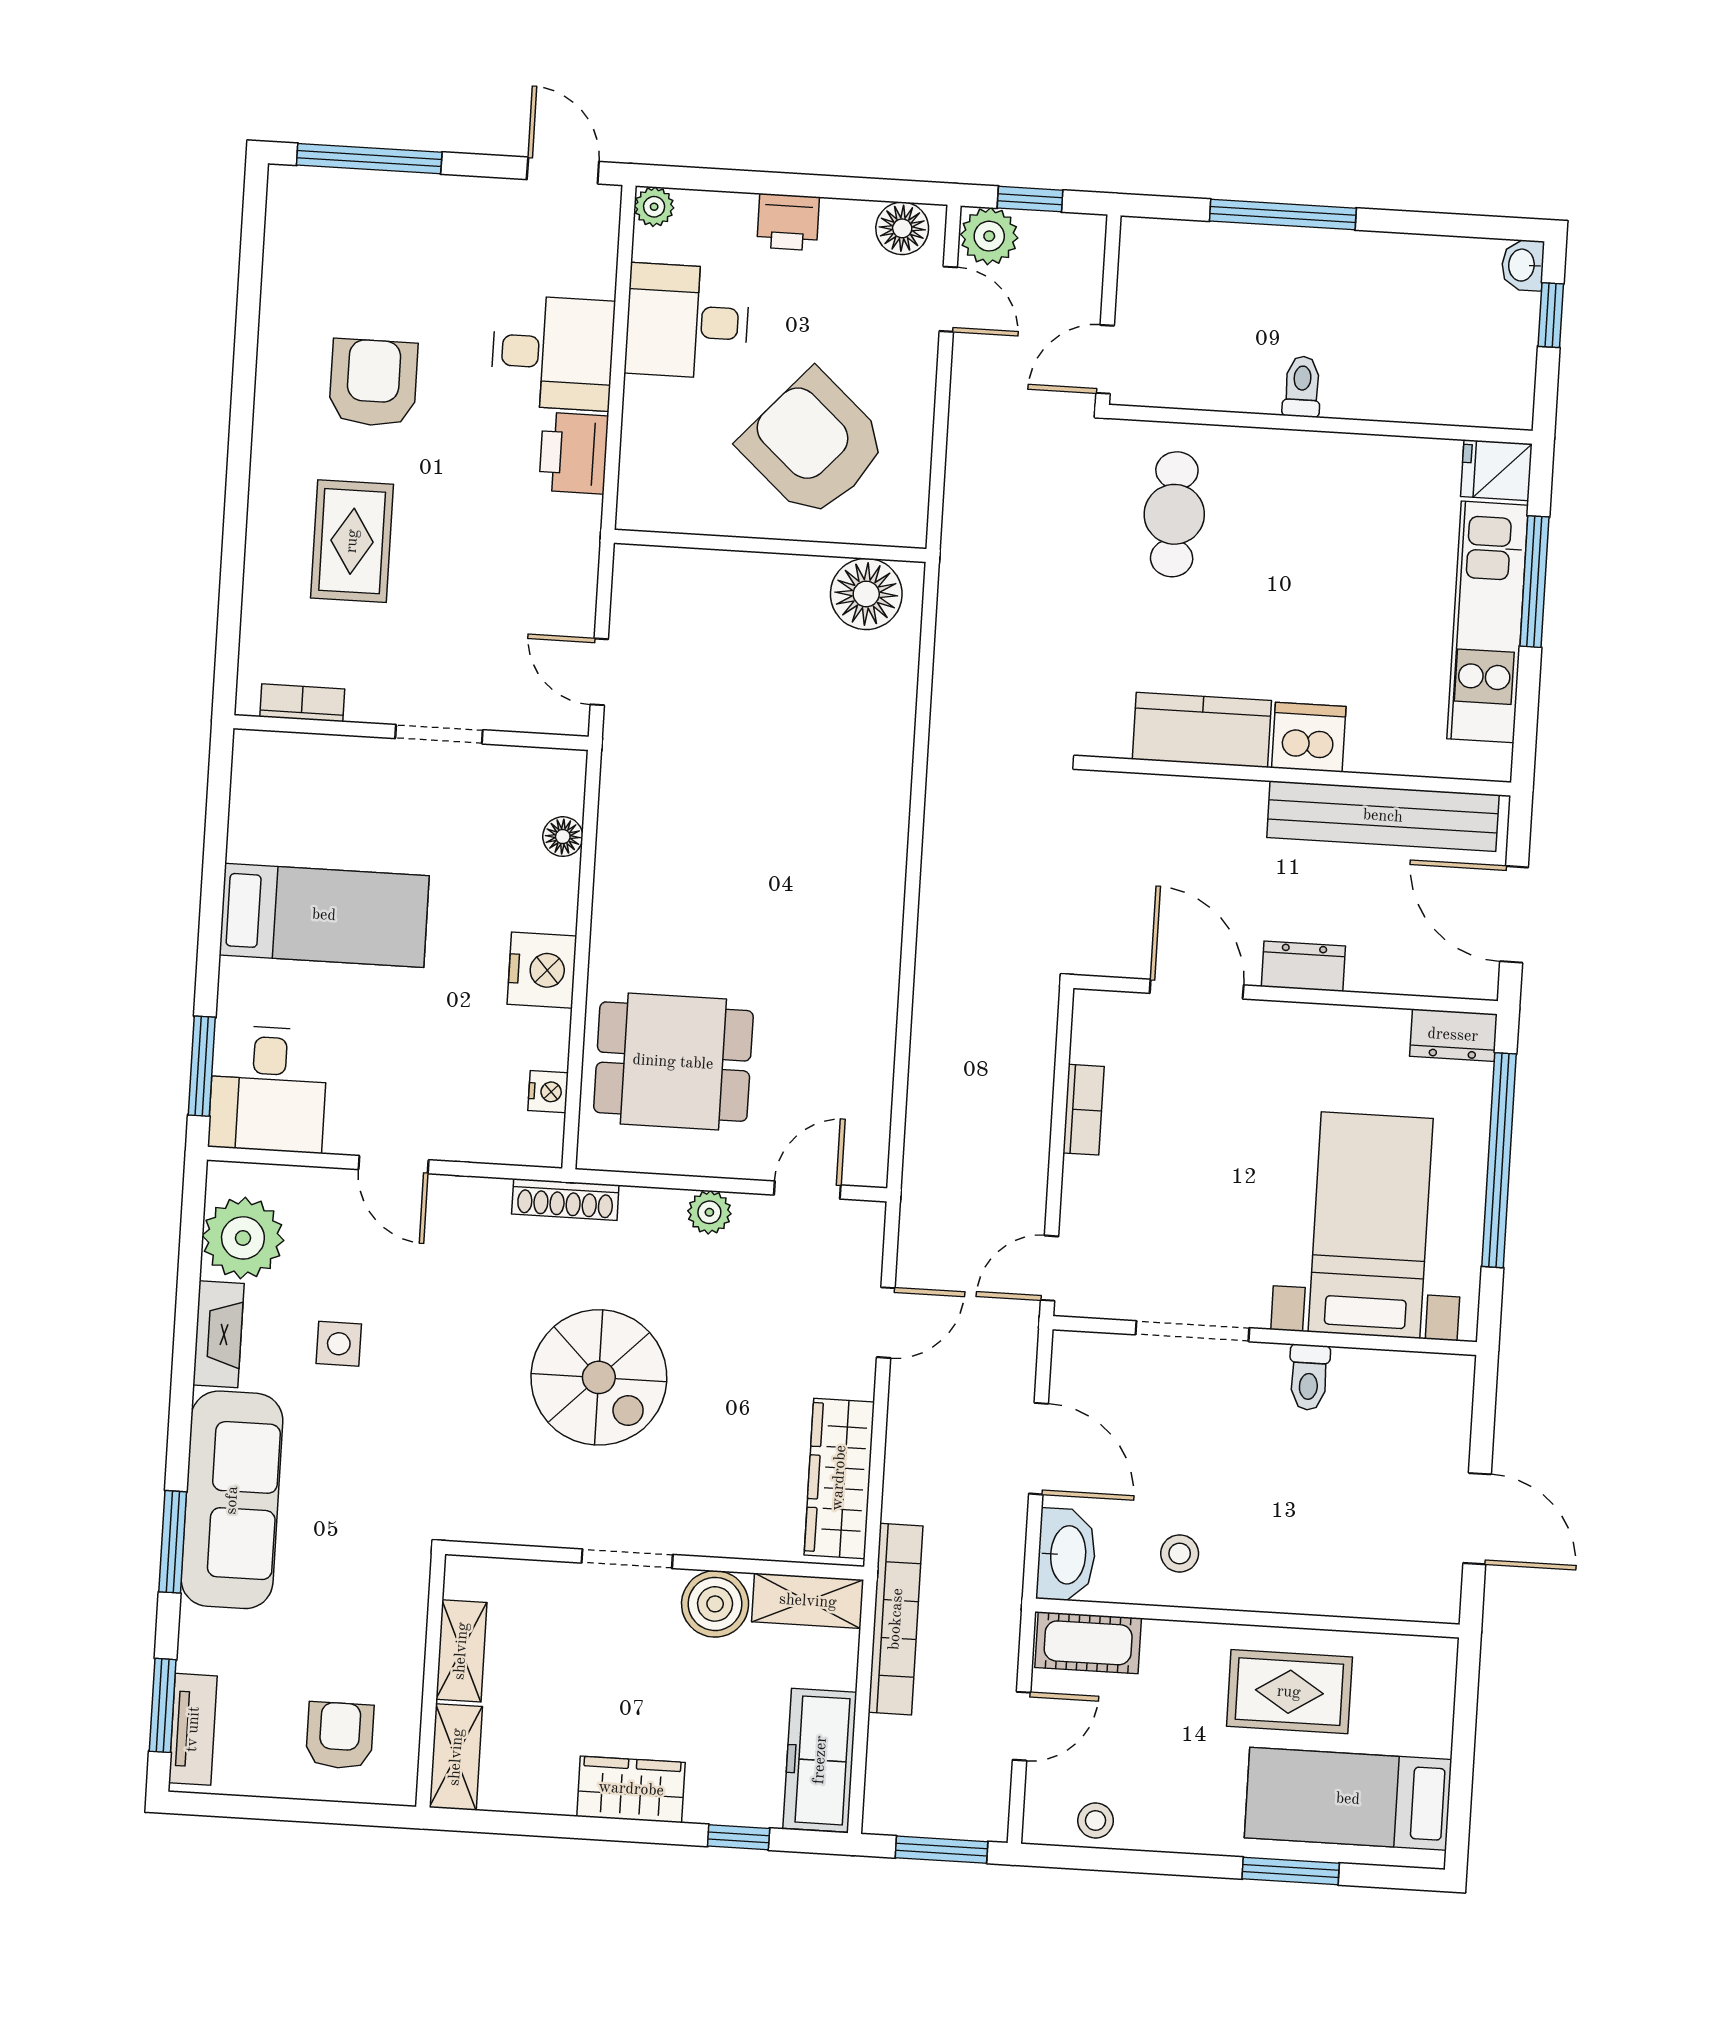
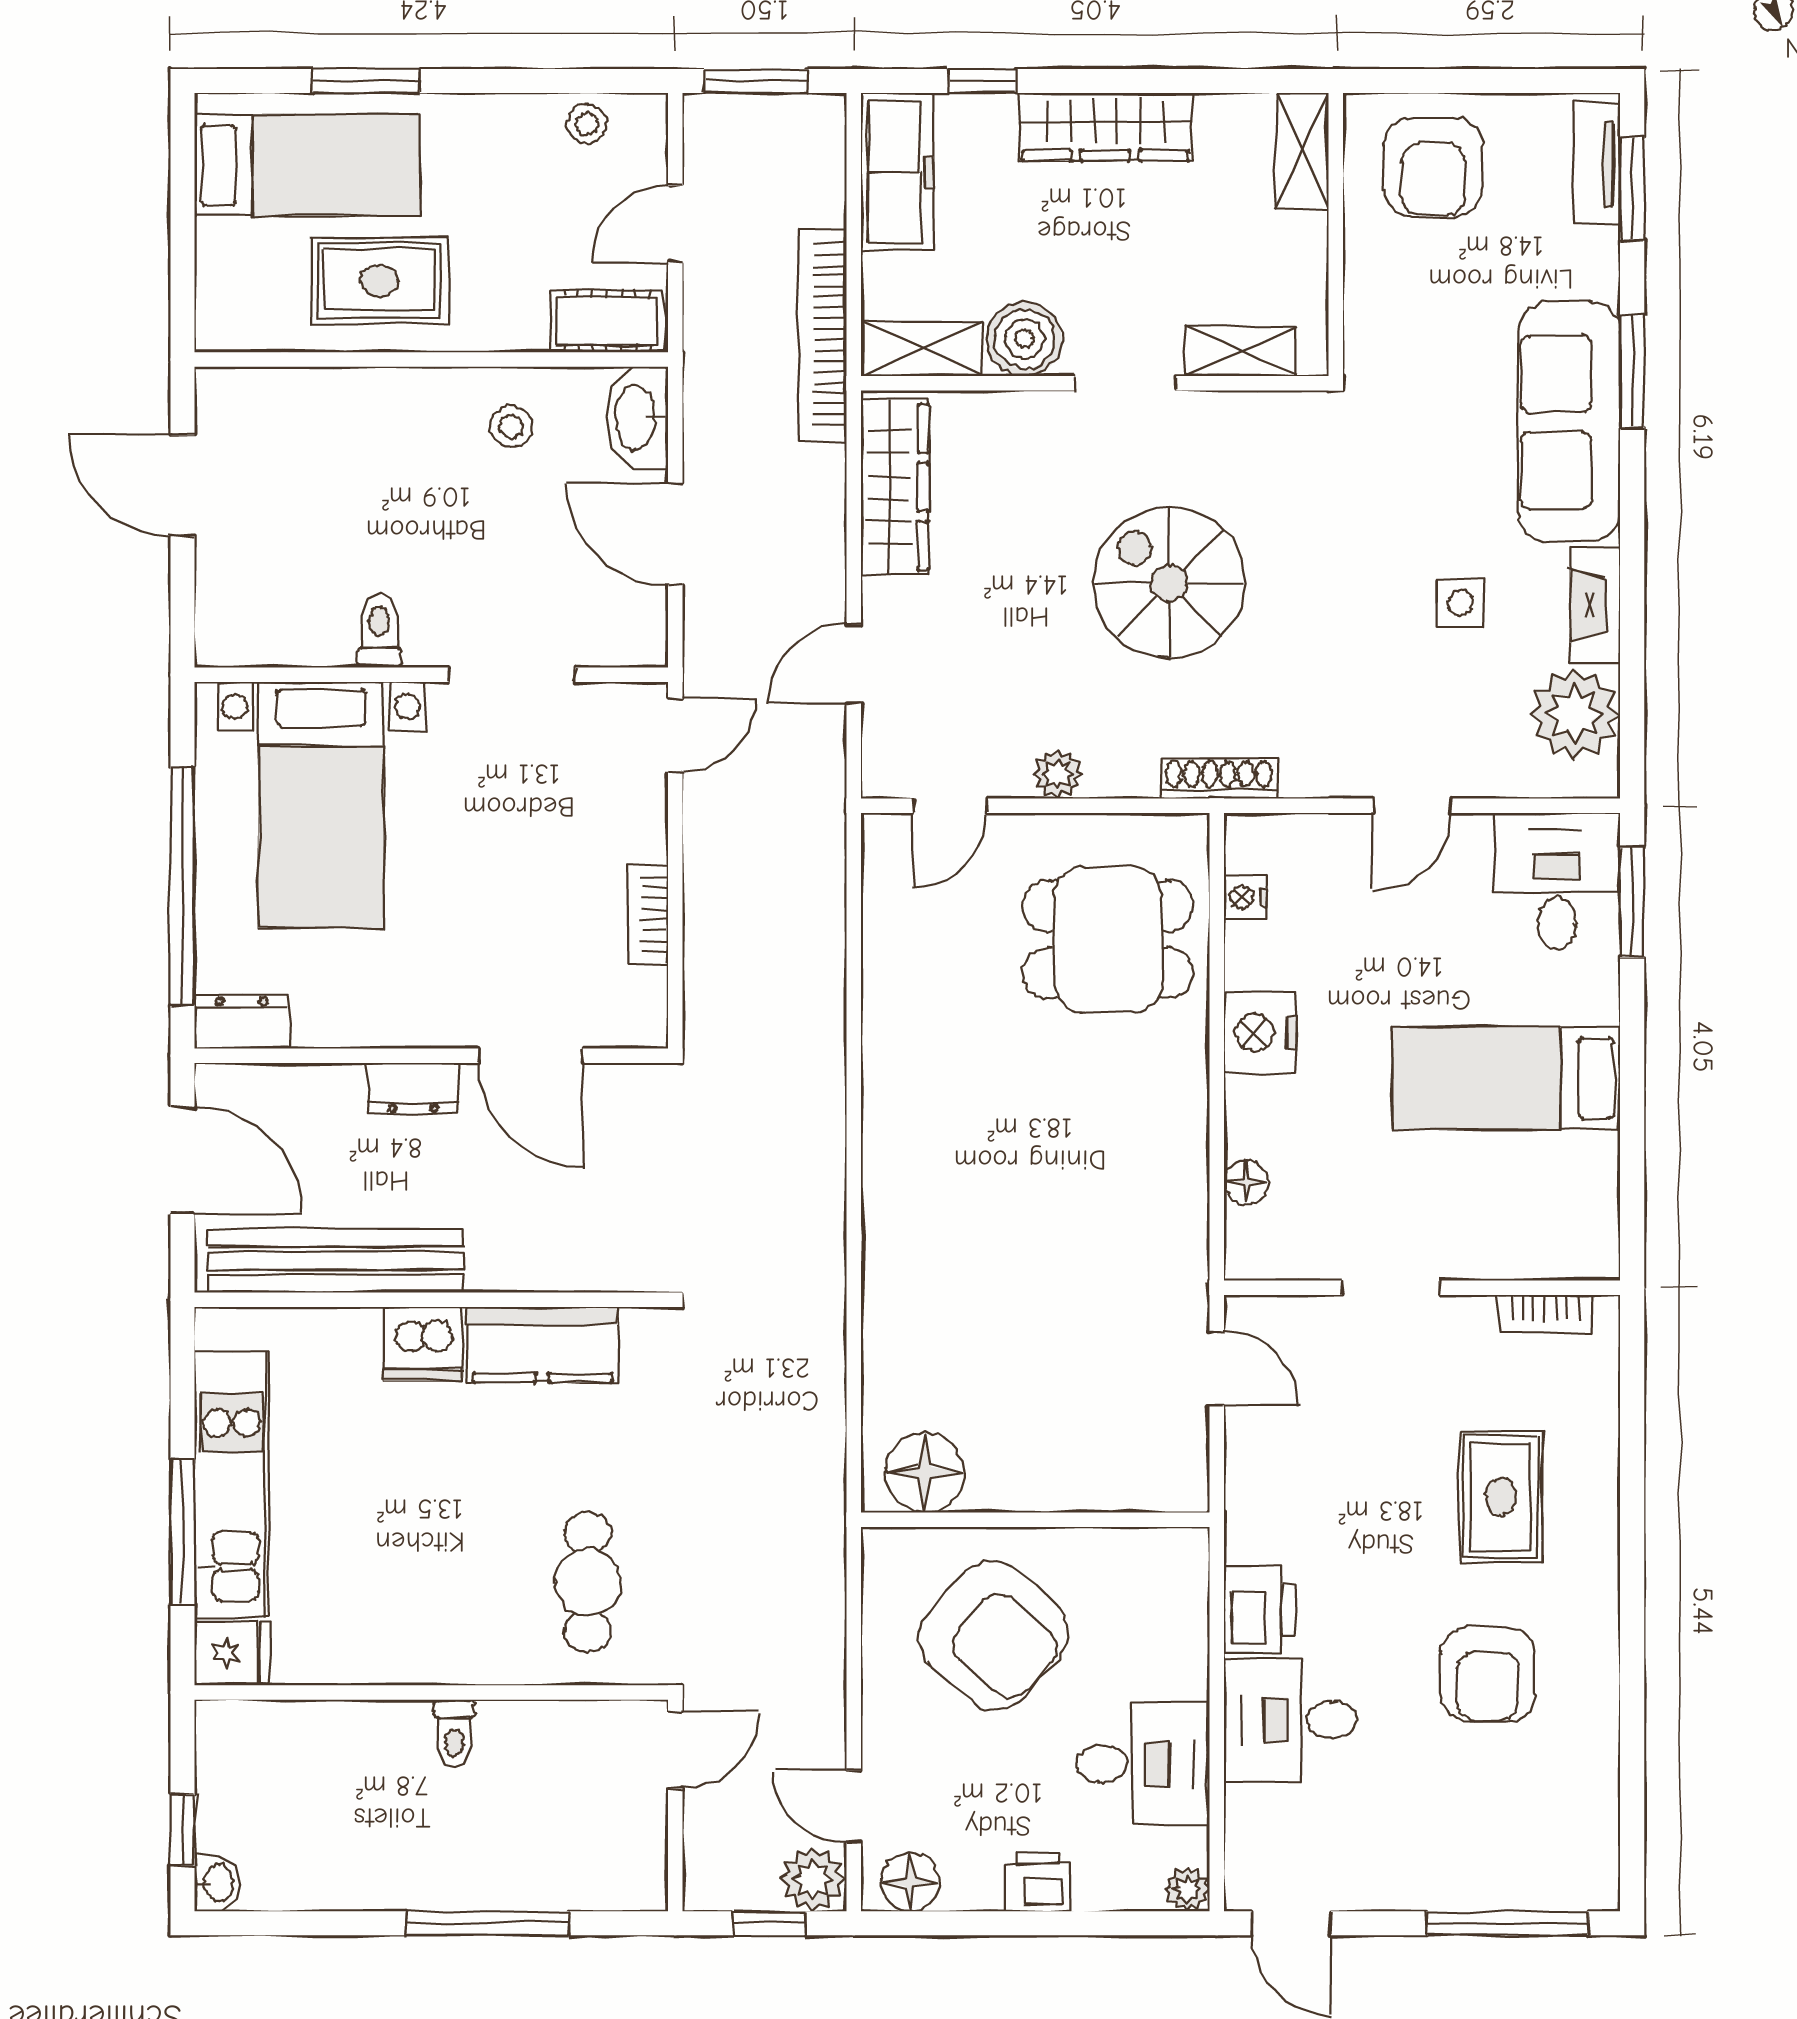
door: (393, 1165) -> (1412, 806), swing flipped
shelving: (461, 1651) -> (1240, 351), moved, turned 90
armchair: (340, 1735) -> (1433, 167), width x1.38, depth x1.38
wardrobe: (631, 1789) -> (1105, 127), width x1.50

